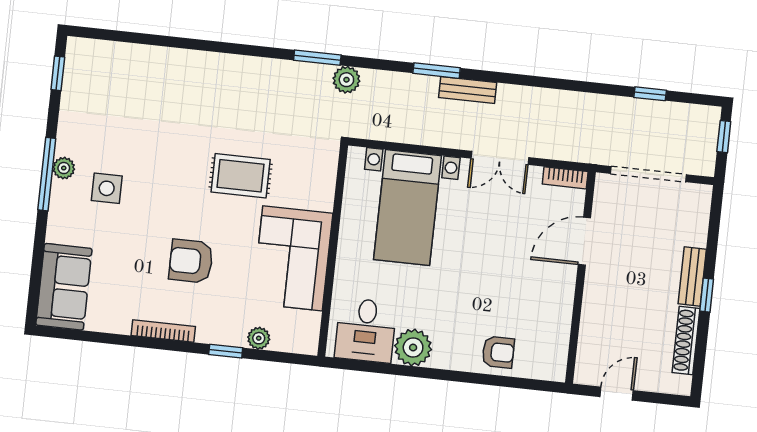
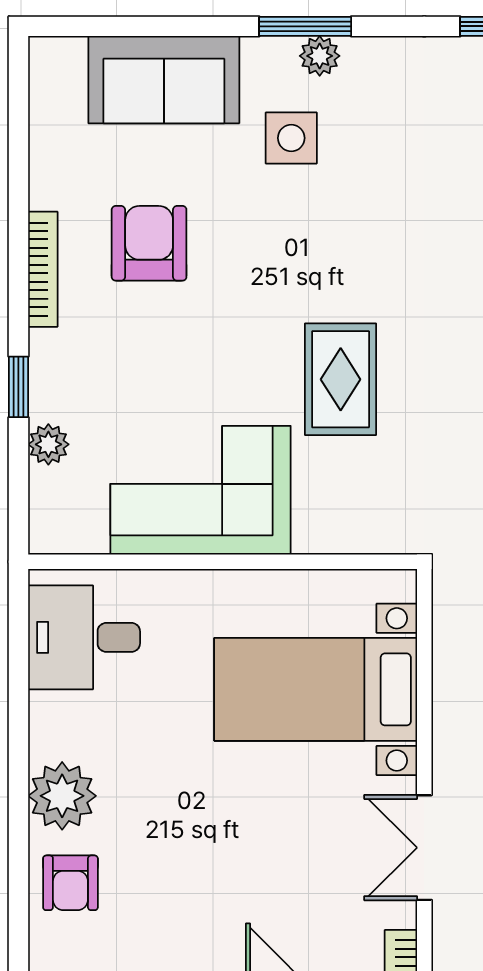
window: (47, 174) -> (305, 26), width x0.69
armchair: (191, 261) -> (149, 243), moved
sofa: (64, 287) -> (164, 80), moved
plant: (413, 348) -> (62, 796), moved

